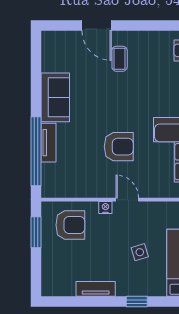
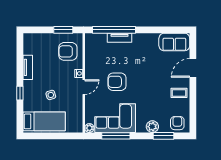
coffee table: (120, 59) -> (179, 93), moved
sofa: (55, 97) -> (174, 42), moved
armchair: (119, 147) -> (117, 82), turned 90
armchair: (70, 225) -> (68, 51), turned 90

